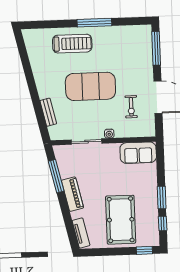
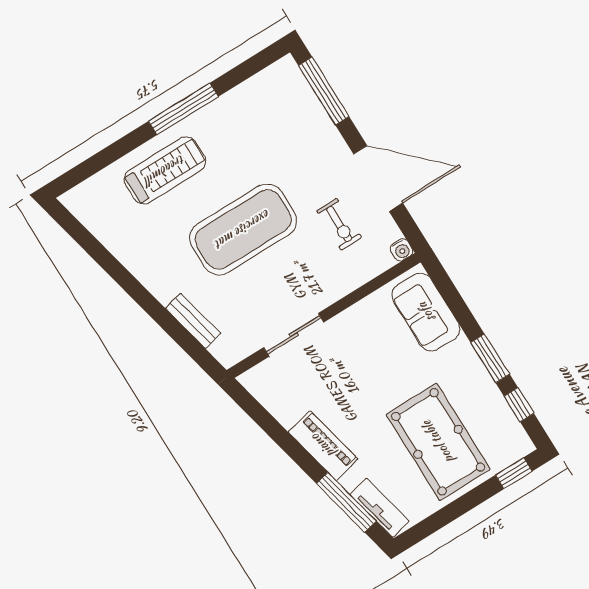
water cooler: (109, 134) -> (402, 250), moved
sofa: (138, 153) -> (426, 312), moved, turned 90
window: (56, 176) -> (346, 502), moved

